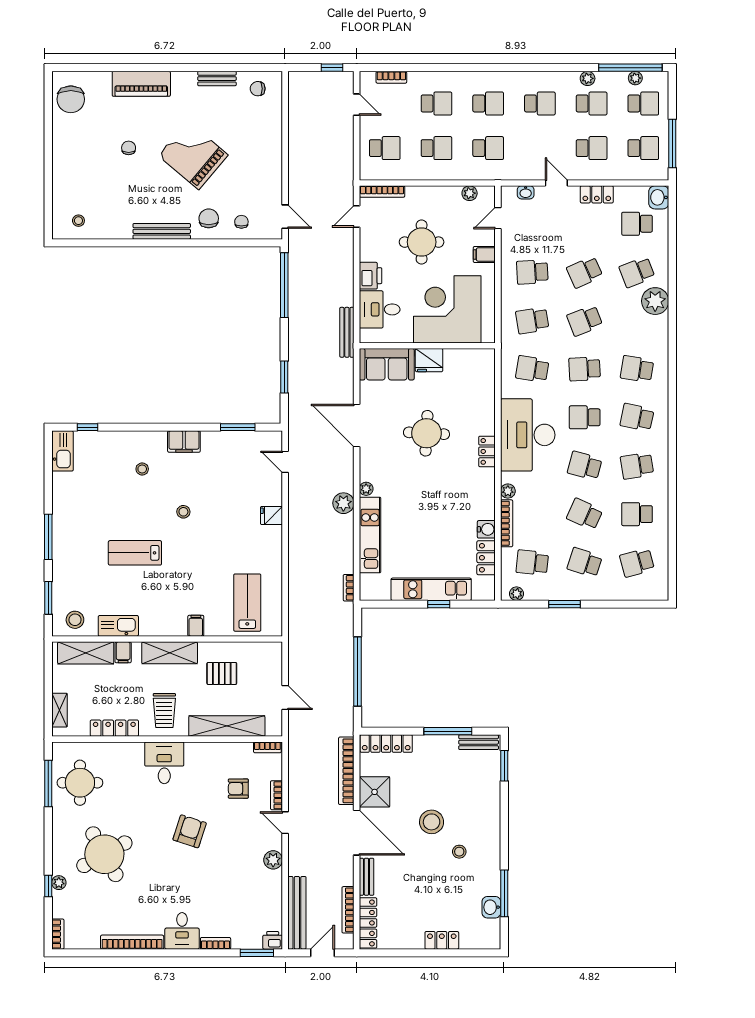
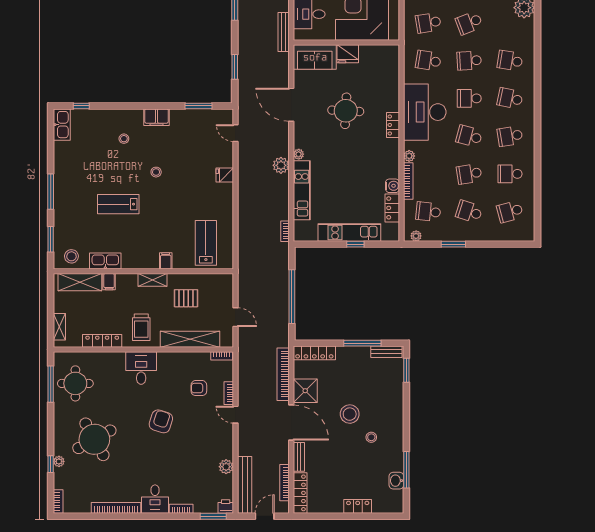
school desk: (585, 514) -> (469, 174), turned -33
shelving: (170, 653) -> (152, 280), width x0.67, depth x0.75
plant: (273, 860) -> (226, 467), moved

